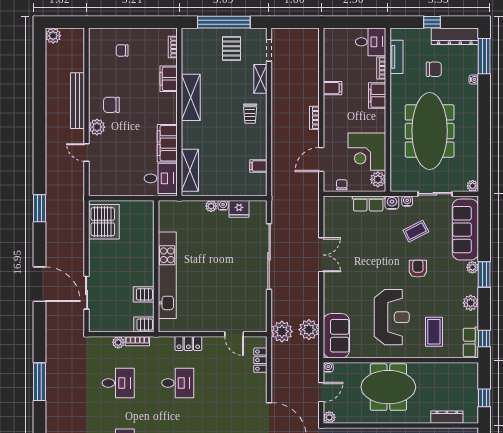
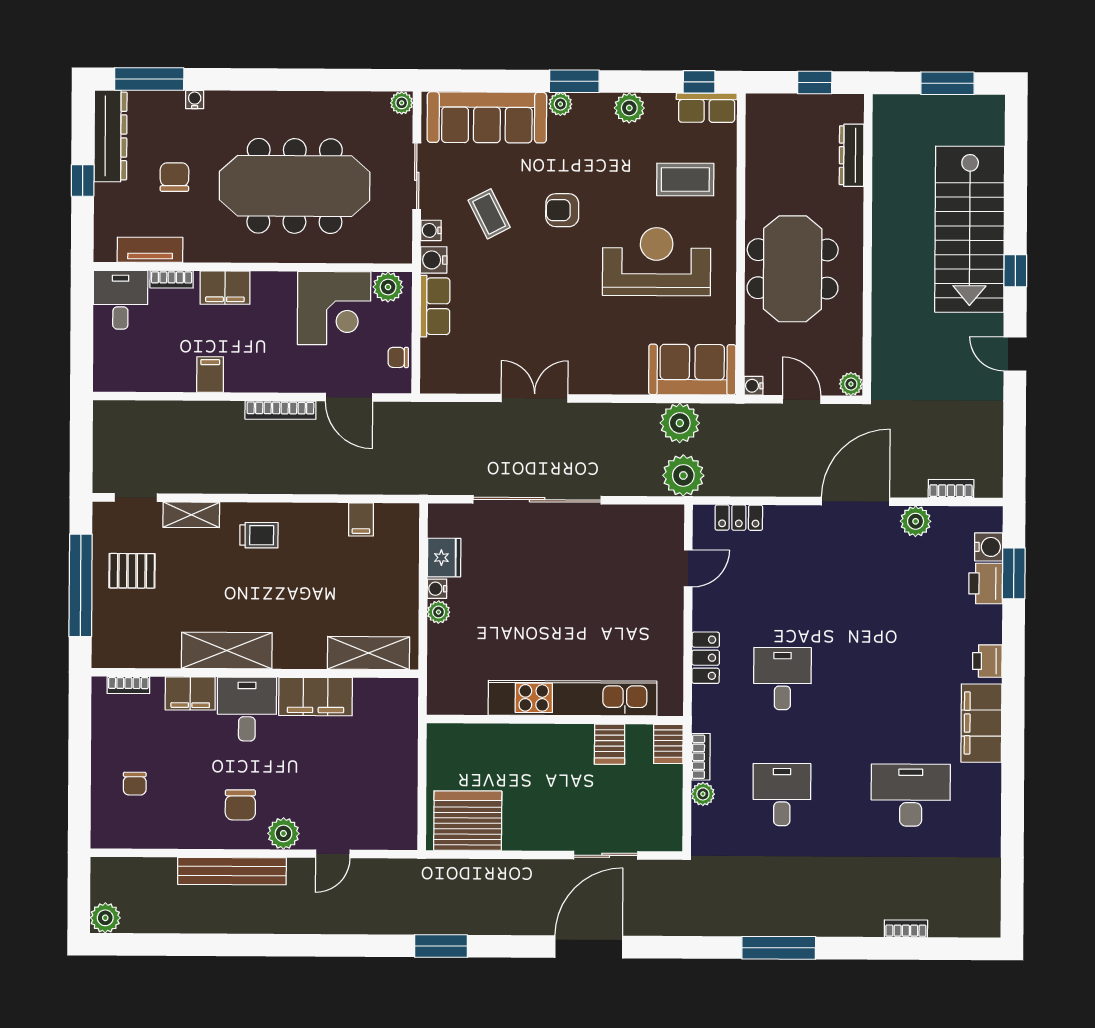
bookcase: (314, 118) -> (280, 410), width x1.56
desk: (161, 178) -> (247, 709), moved

